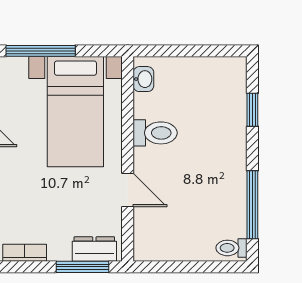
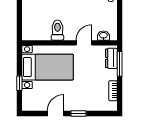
window: (41, 51) -> (19, 83), width x0.46
washbasin: (143, 79) -> (103, 36), moved

